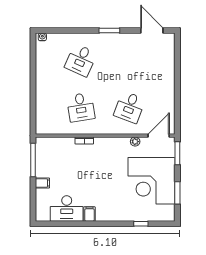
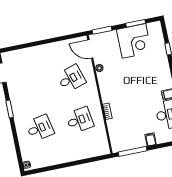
desk: (81, 60) -> (40, 128), turned -36
desk: (130, 107) -> (71, 79), turned -39
corner desk: (152, 181) -> (134, 41), width x0.74, depth x0.74

